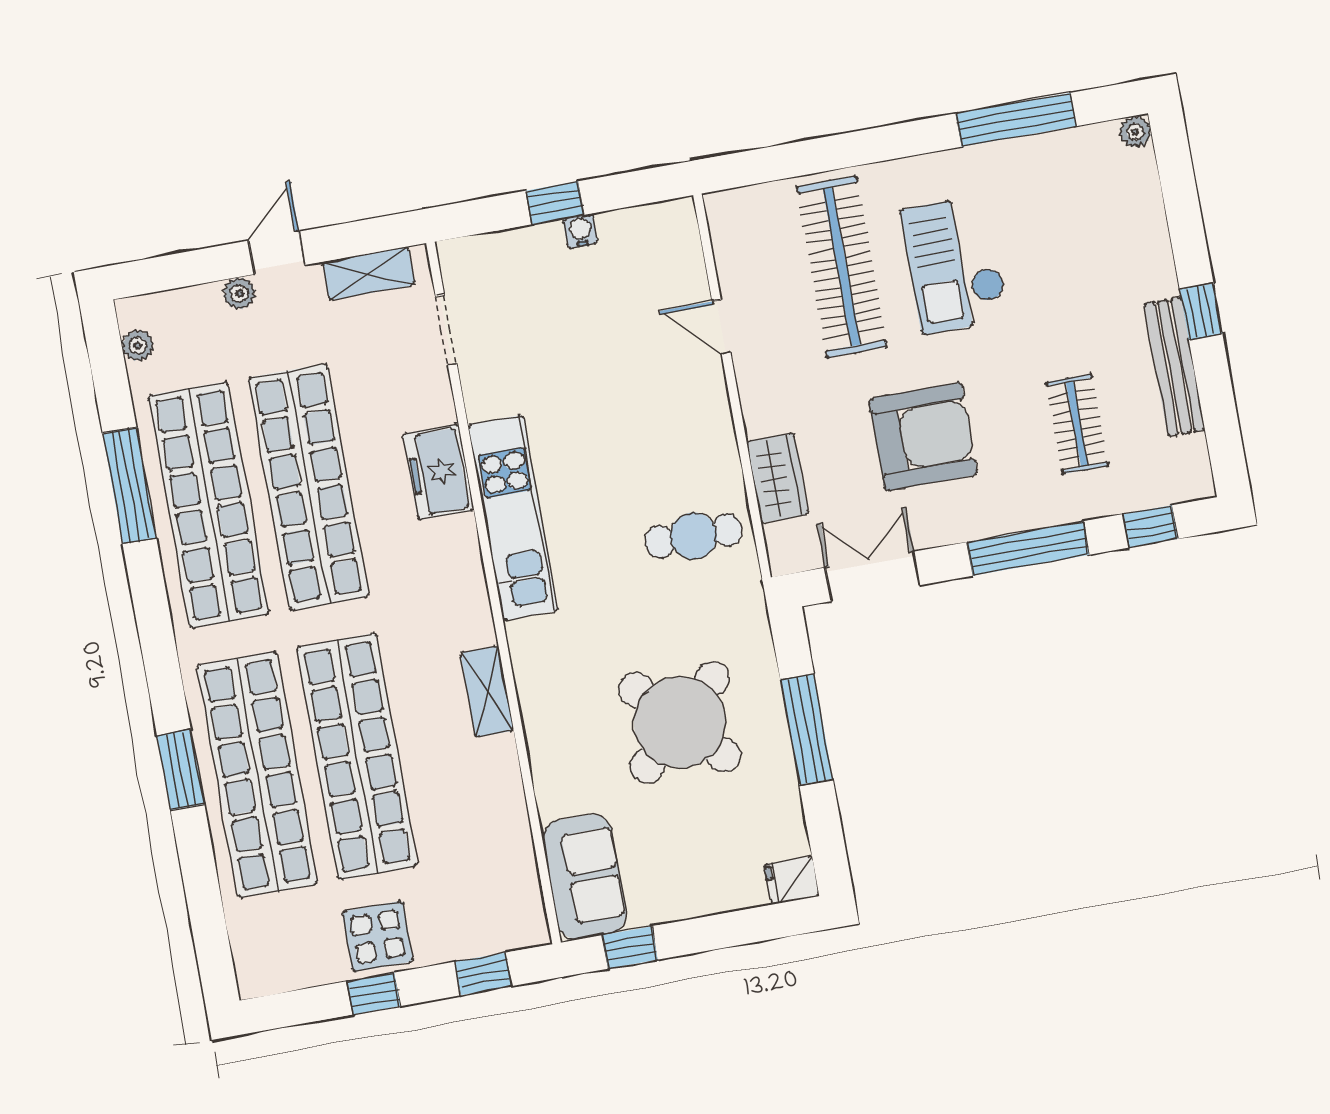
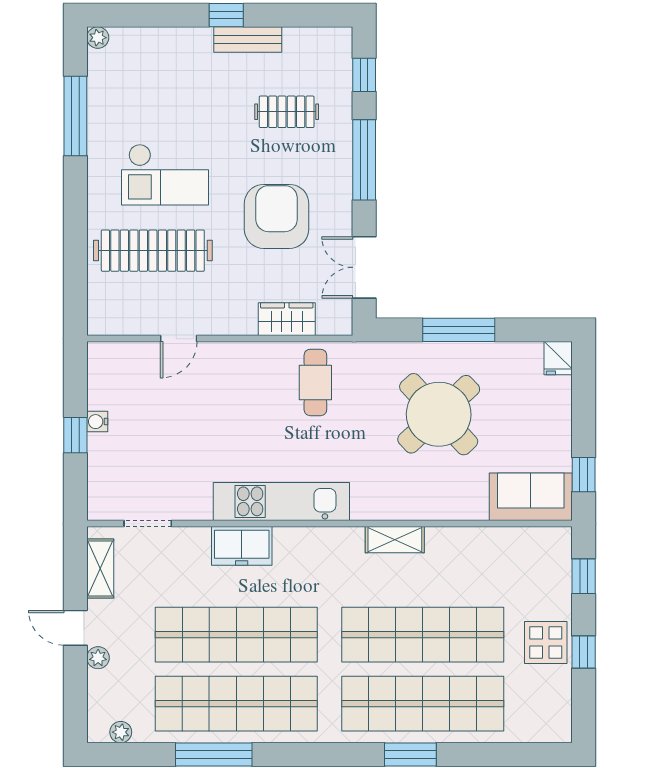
bench: (1175, 367) -> (248, 40), width x0.73

